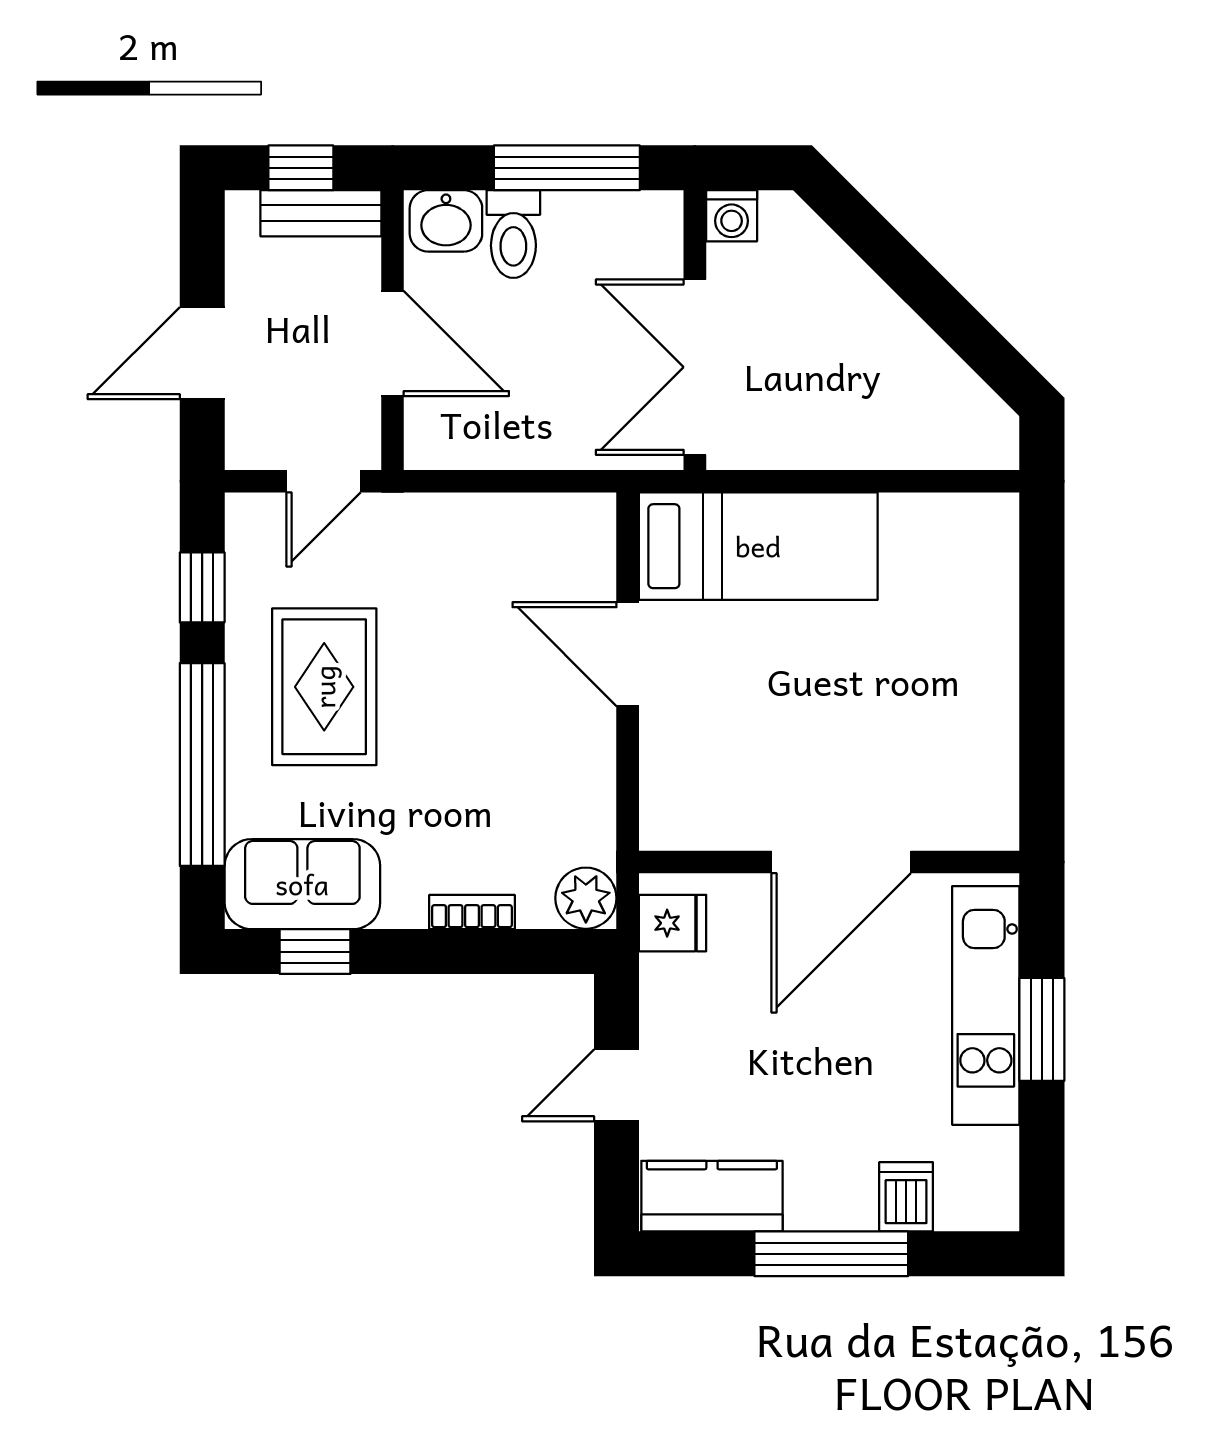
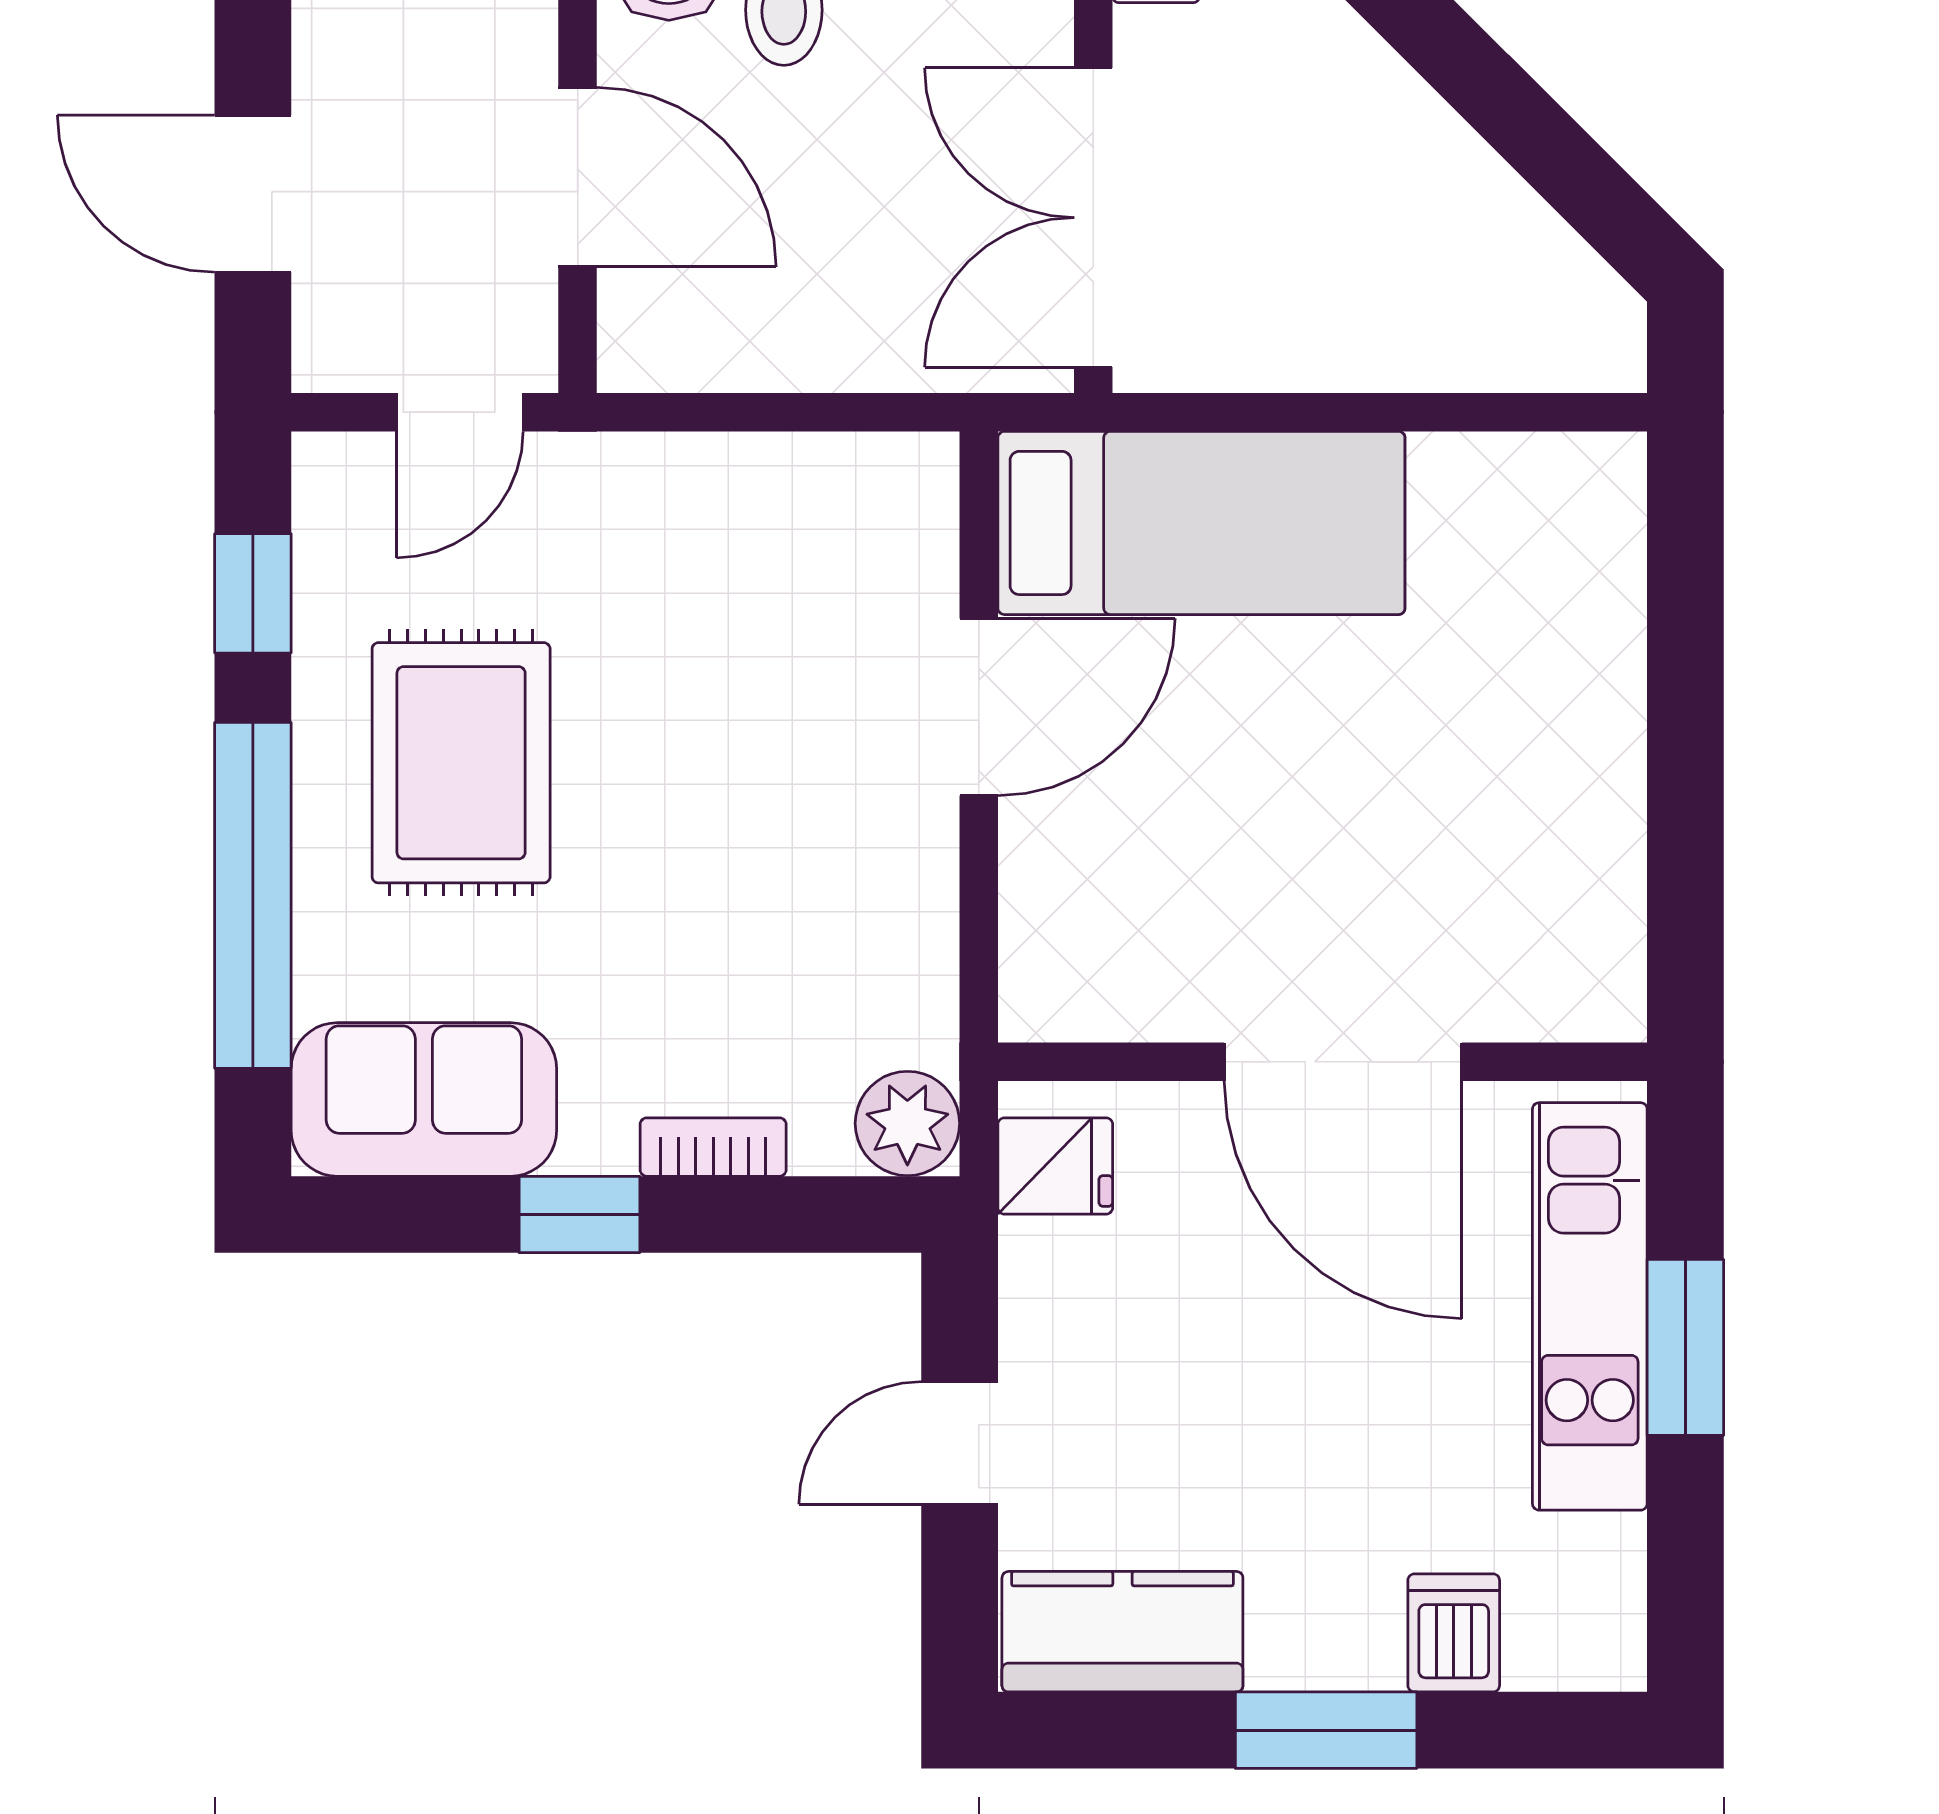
door: (202, 353) -> (253, 194), hinge flipped
door: (628, 654) -> (979, 707), swing flipped
door: (841, 862) -> (1343, 1062), hinge flipped
window: (315, 952) -> (579, 1214), moved
window: (831, 1254) -> (1326, 1730), width x0.69

